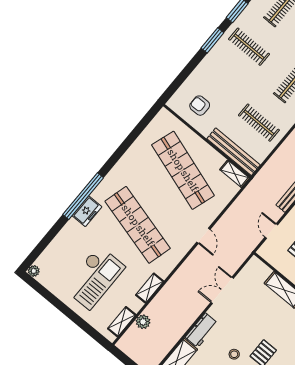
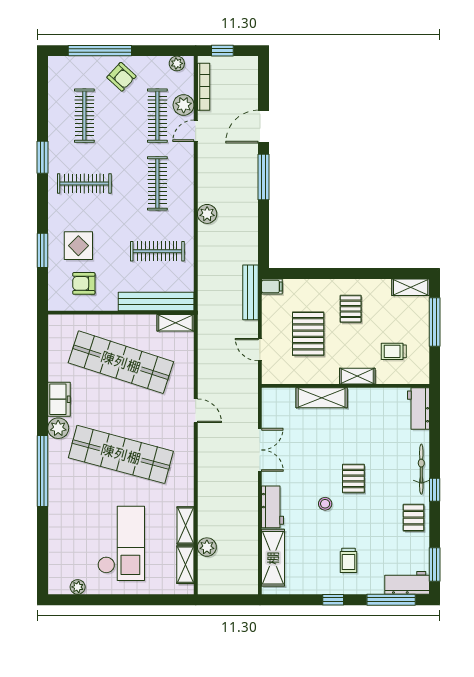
window: (212, 40) -> (42, 250), moved
display table: (215, 81) -> (78, 246), added
plant: (113, 179) -> (58, 428), added
freezer: (87, 211) -> (59, 399), moved
plant: (34, 271) -> (78, 587), moved
shelving: (150, 288) -> (186, 526), moved
double door: (222, 290) -> (260, 450), swing flipped

